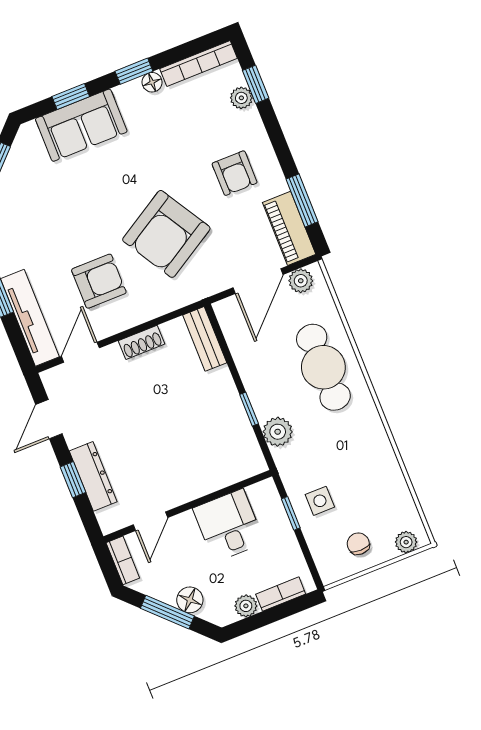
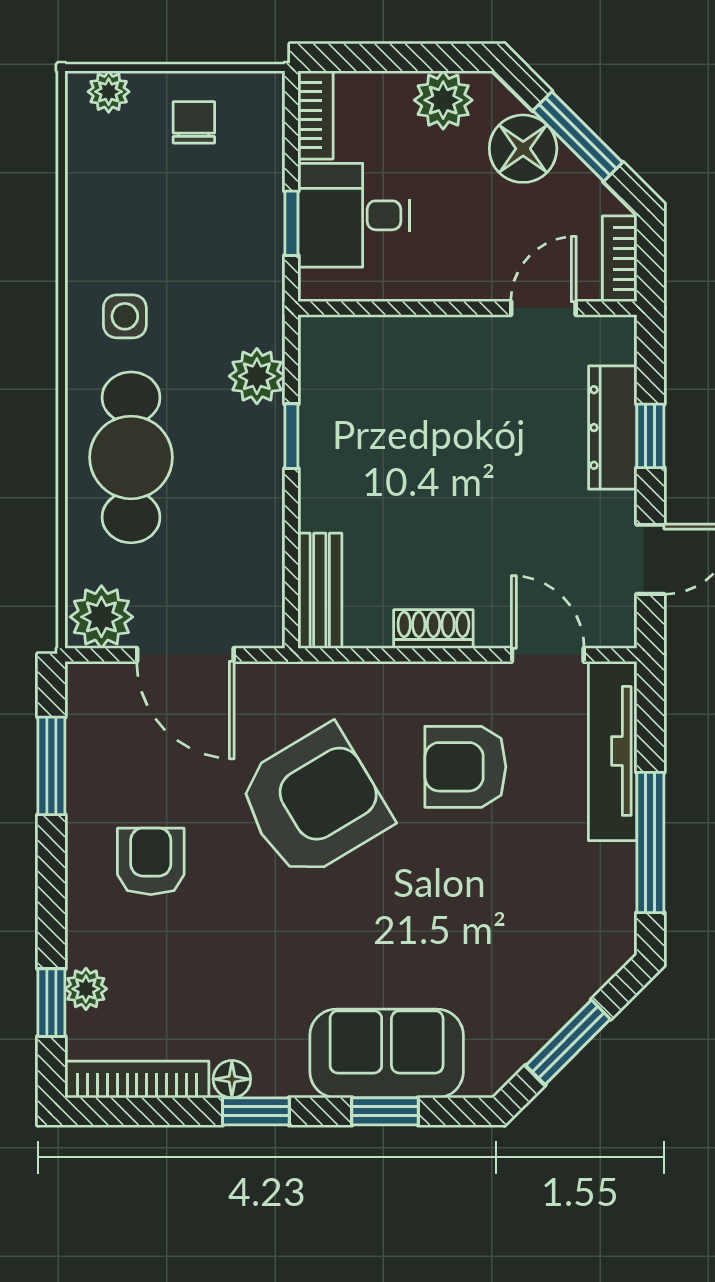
piano: (289, 228) -> (94, 726), removed
door: (258, 281) -> (185, 655), swing flipped
plant: (301, 281) -> (101, 617), width x1.38, depth x1.38
door: (80, 352) -> (548, 655), swing flipped
side table: (320, 501) -> (125, 316), moved
desk: (229, 525) -> (354, 215), moved, turned 90
chair: (358, 544) -> (194, 122), turned 180
bookcase: (281, 594) -> (315, 115), moved, turned -90
floor lamp: (190, 600) -> (523, 149), width x1.38, depth x1.38
plant: (246, 606) -> (443, 100), width x1.38, depth x1.38

